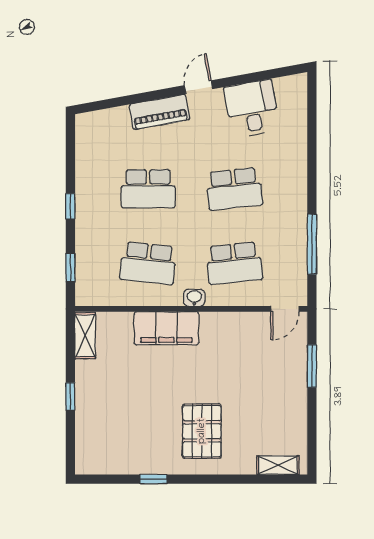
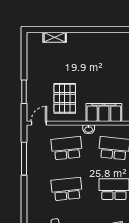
pallet: (202, 431) -> (65, 98), moved
shelving: (278, 465) -> (55, 37), moved
window: (154, 479) -> (111, 30), removed

